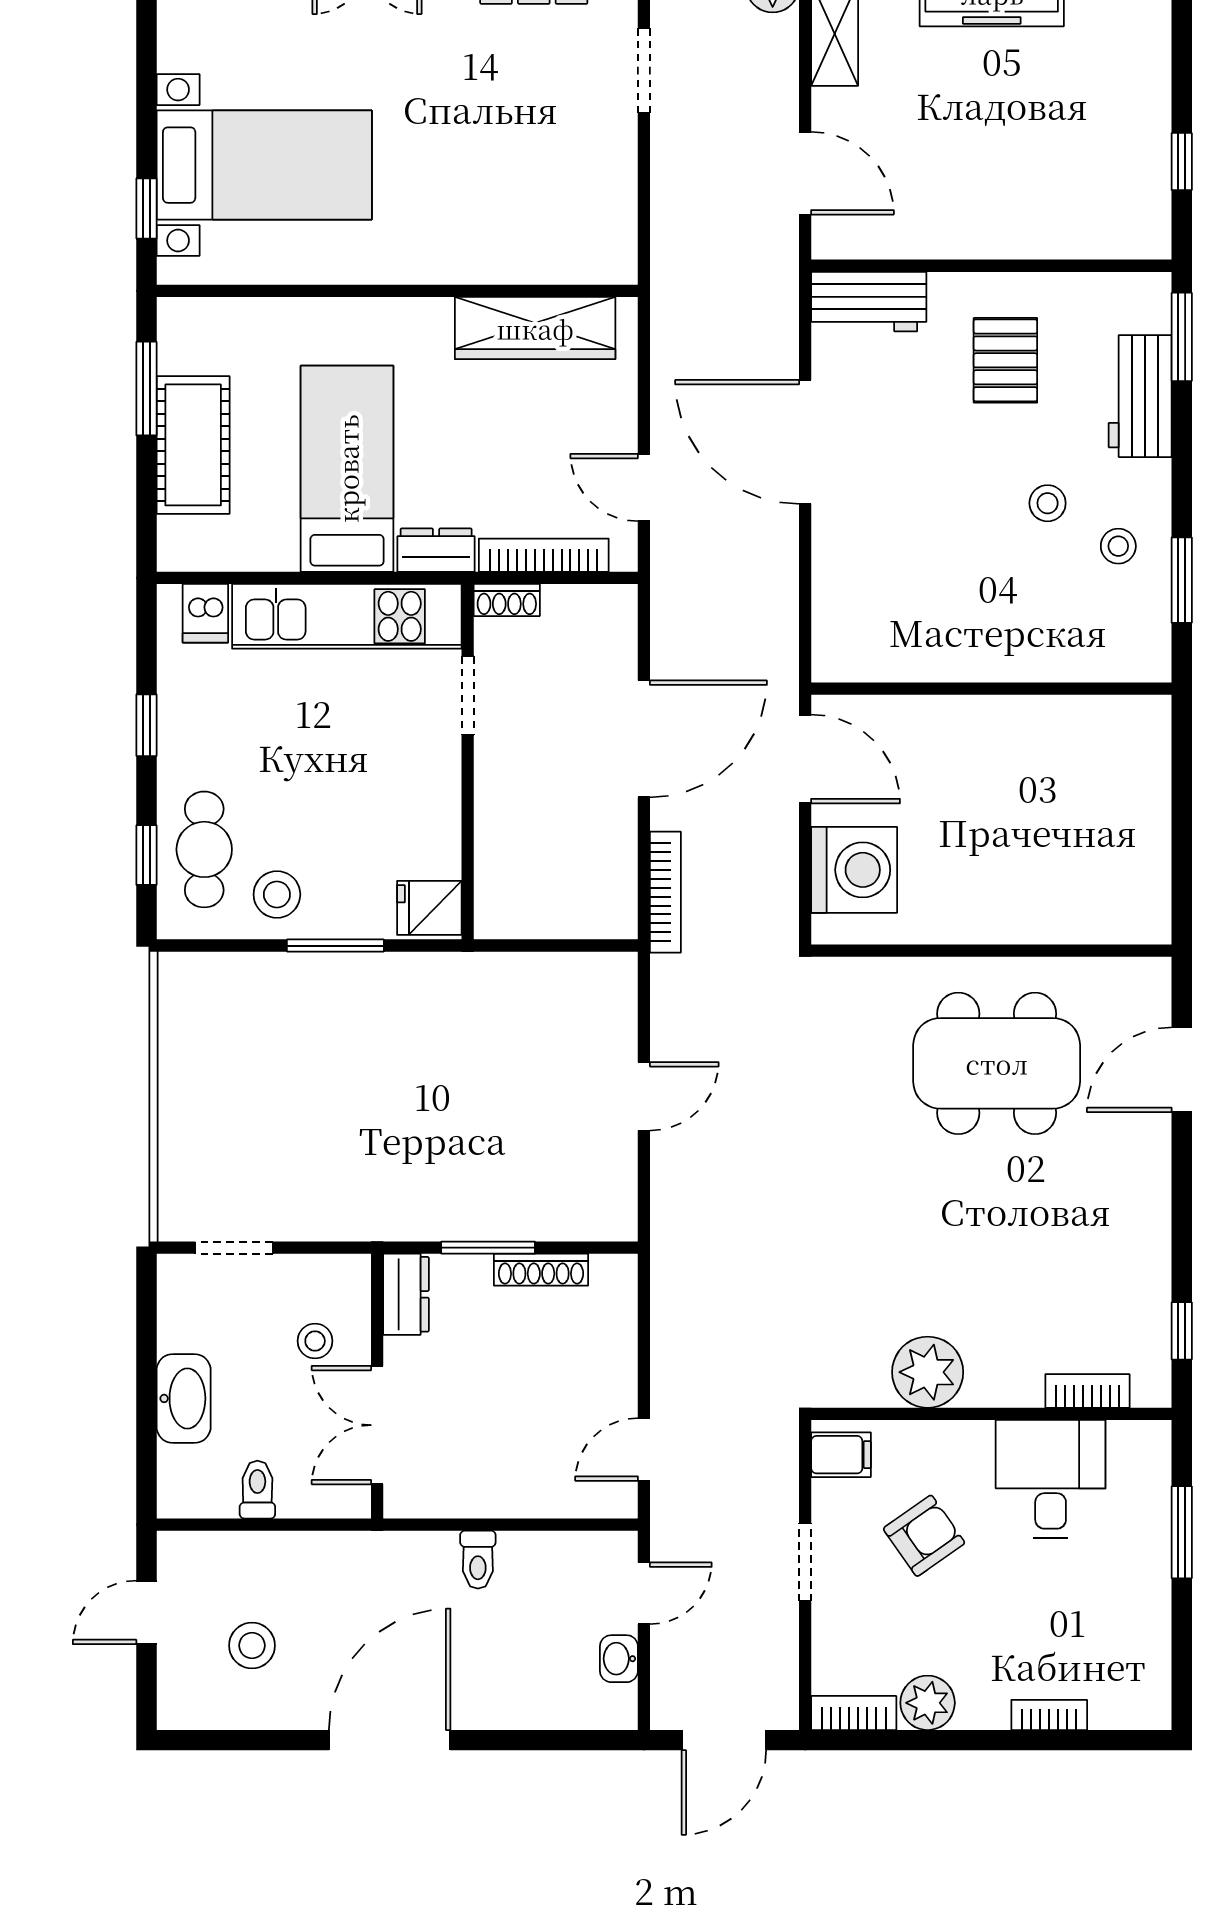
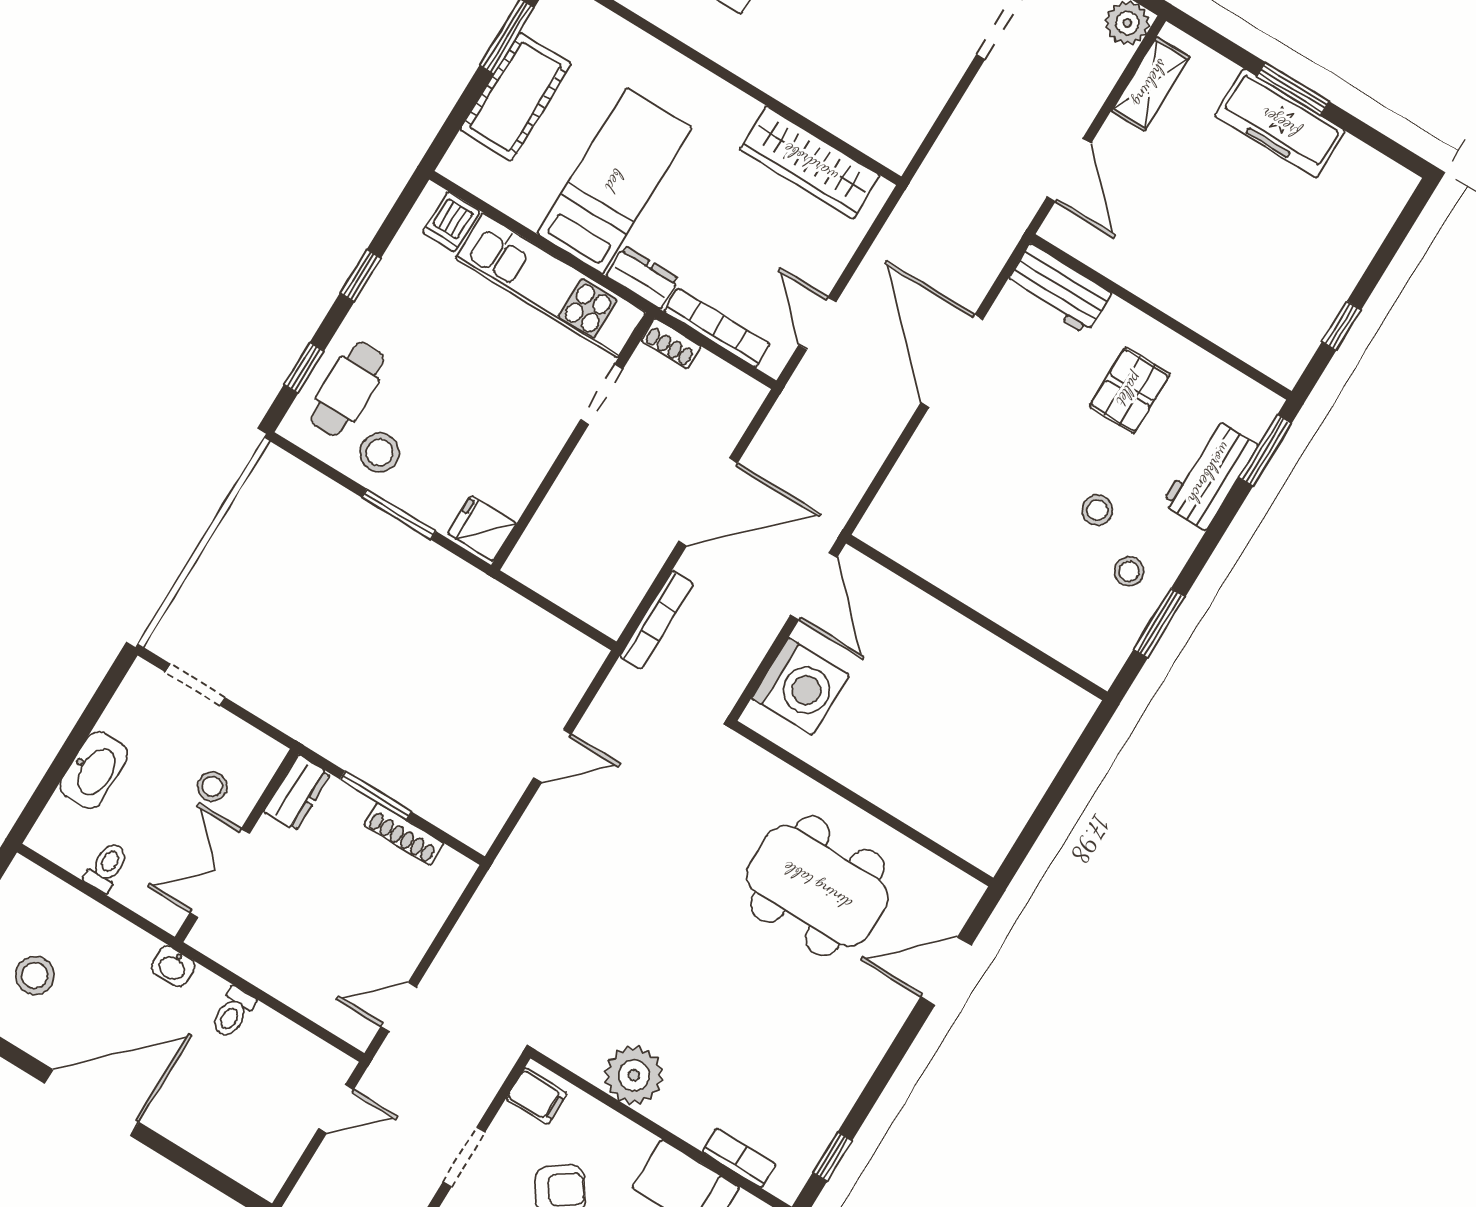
washbasin: (619, 1659) -> (173, 966), moved, turned -90

